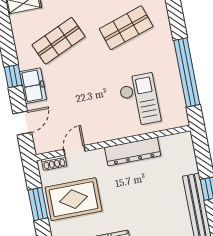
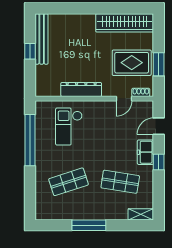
shop shelf: (59, 41) -> (120, 182), turned 33

